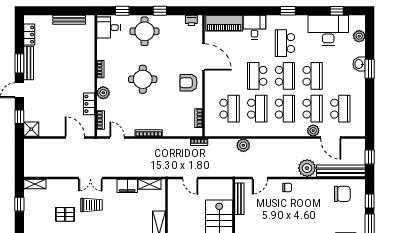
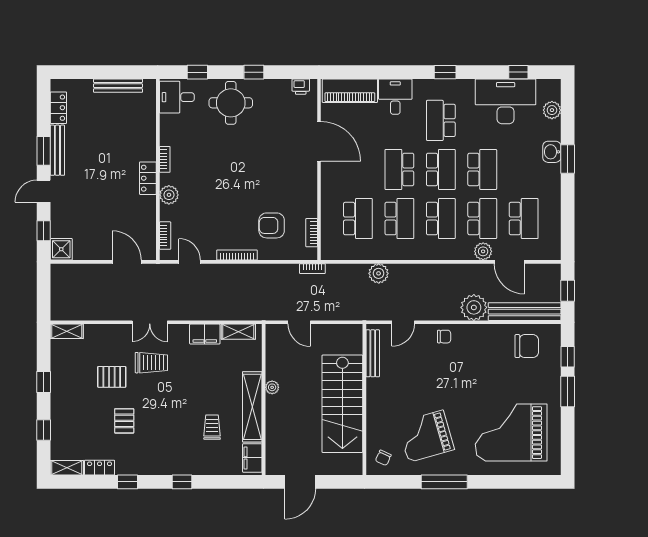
round table: (143, 79) -> (228, 175), removed
armchair: (188, 83) -> (272, 225), moved
locker: (89, 104) -> (148, 178), moved
window: (19, 204) -> (44, 382), moved
plant: (172, 221) -> (272, 387), added

